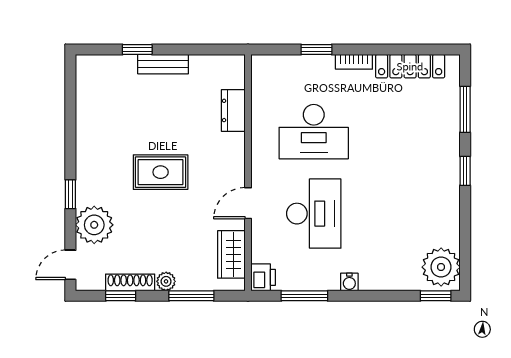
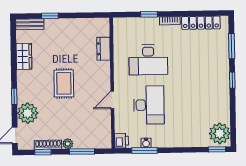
bench: (163, 64) -> (30, 24), moved
rug: (161, 172) -> (64, 83), turned 90
wardrobe: (231, 254) -> (24, 56), moved, turned 180
water cooler: (349, 282) -> (146, 143), moved

